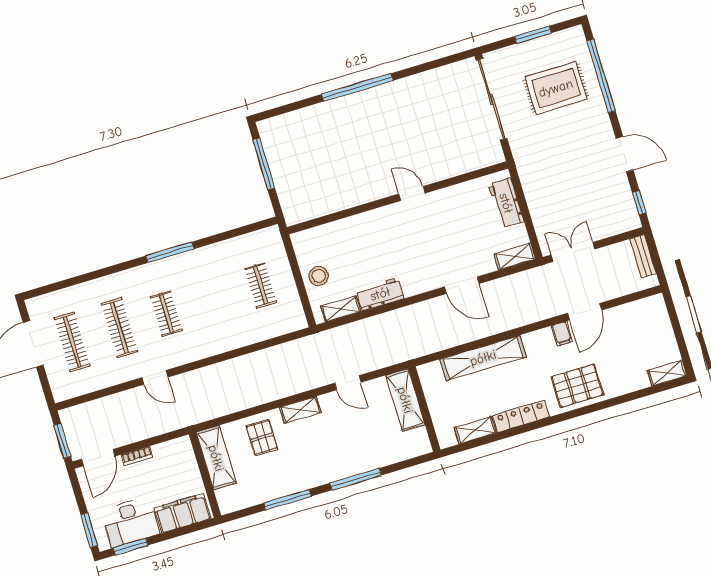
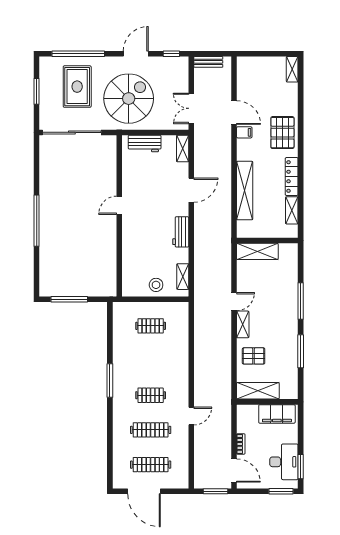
spiral stairs: (561, 163) -> (129, 99), added
workbench: (380, 294) -> (181, 232), moved
door: (348, 383) -> (234, 302), moved
filing cabinet: (183, 513) -> (277, 414), moved, turned -90

